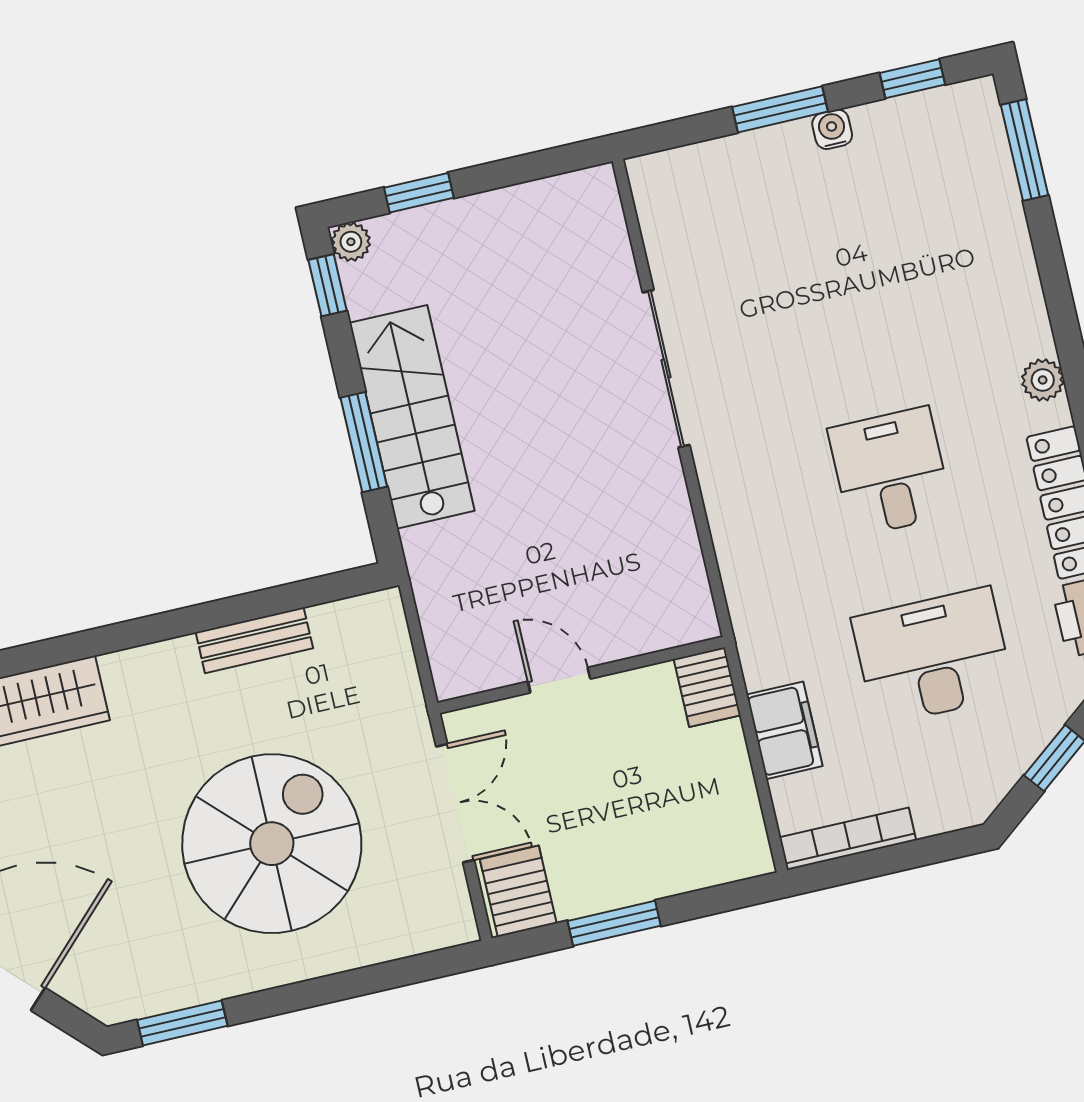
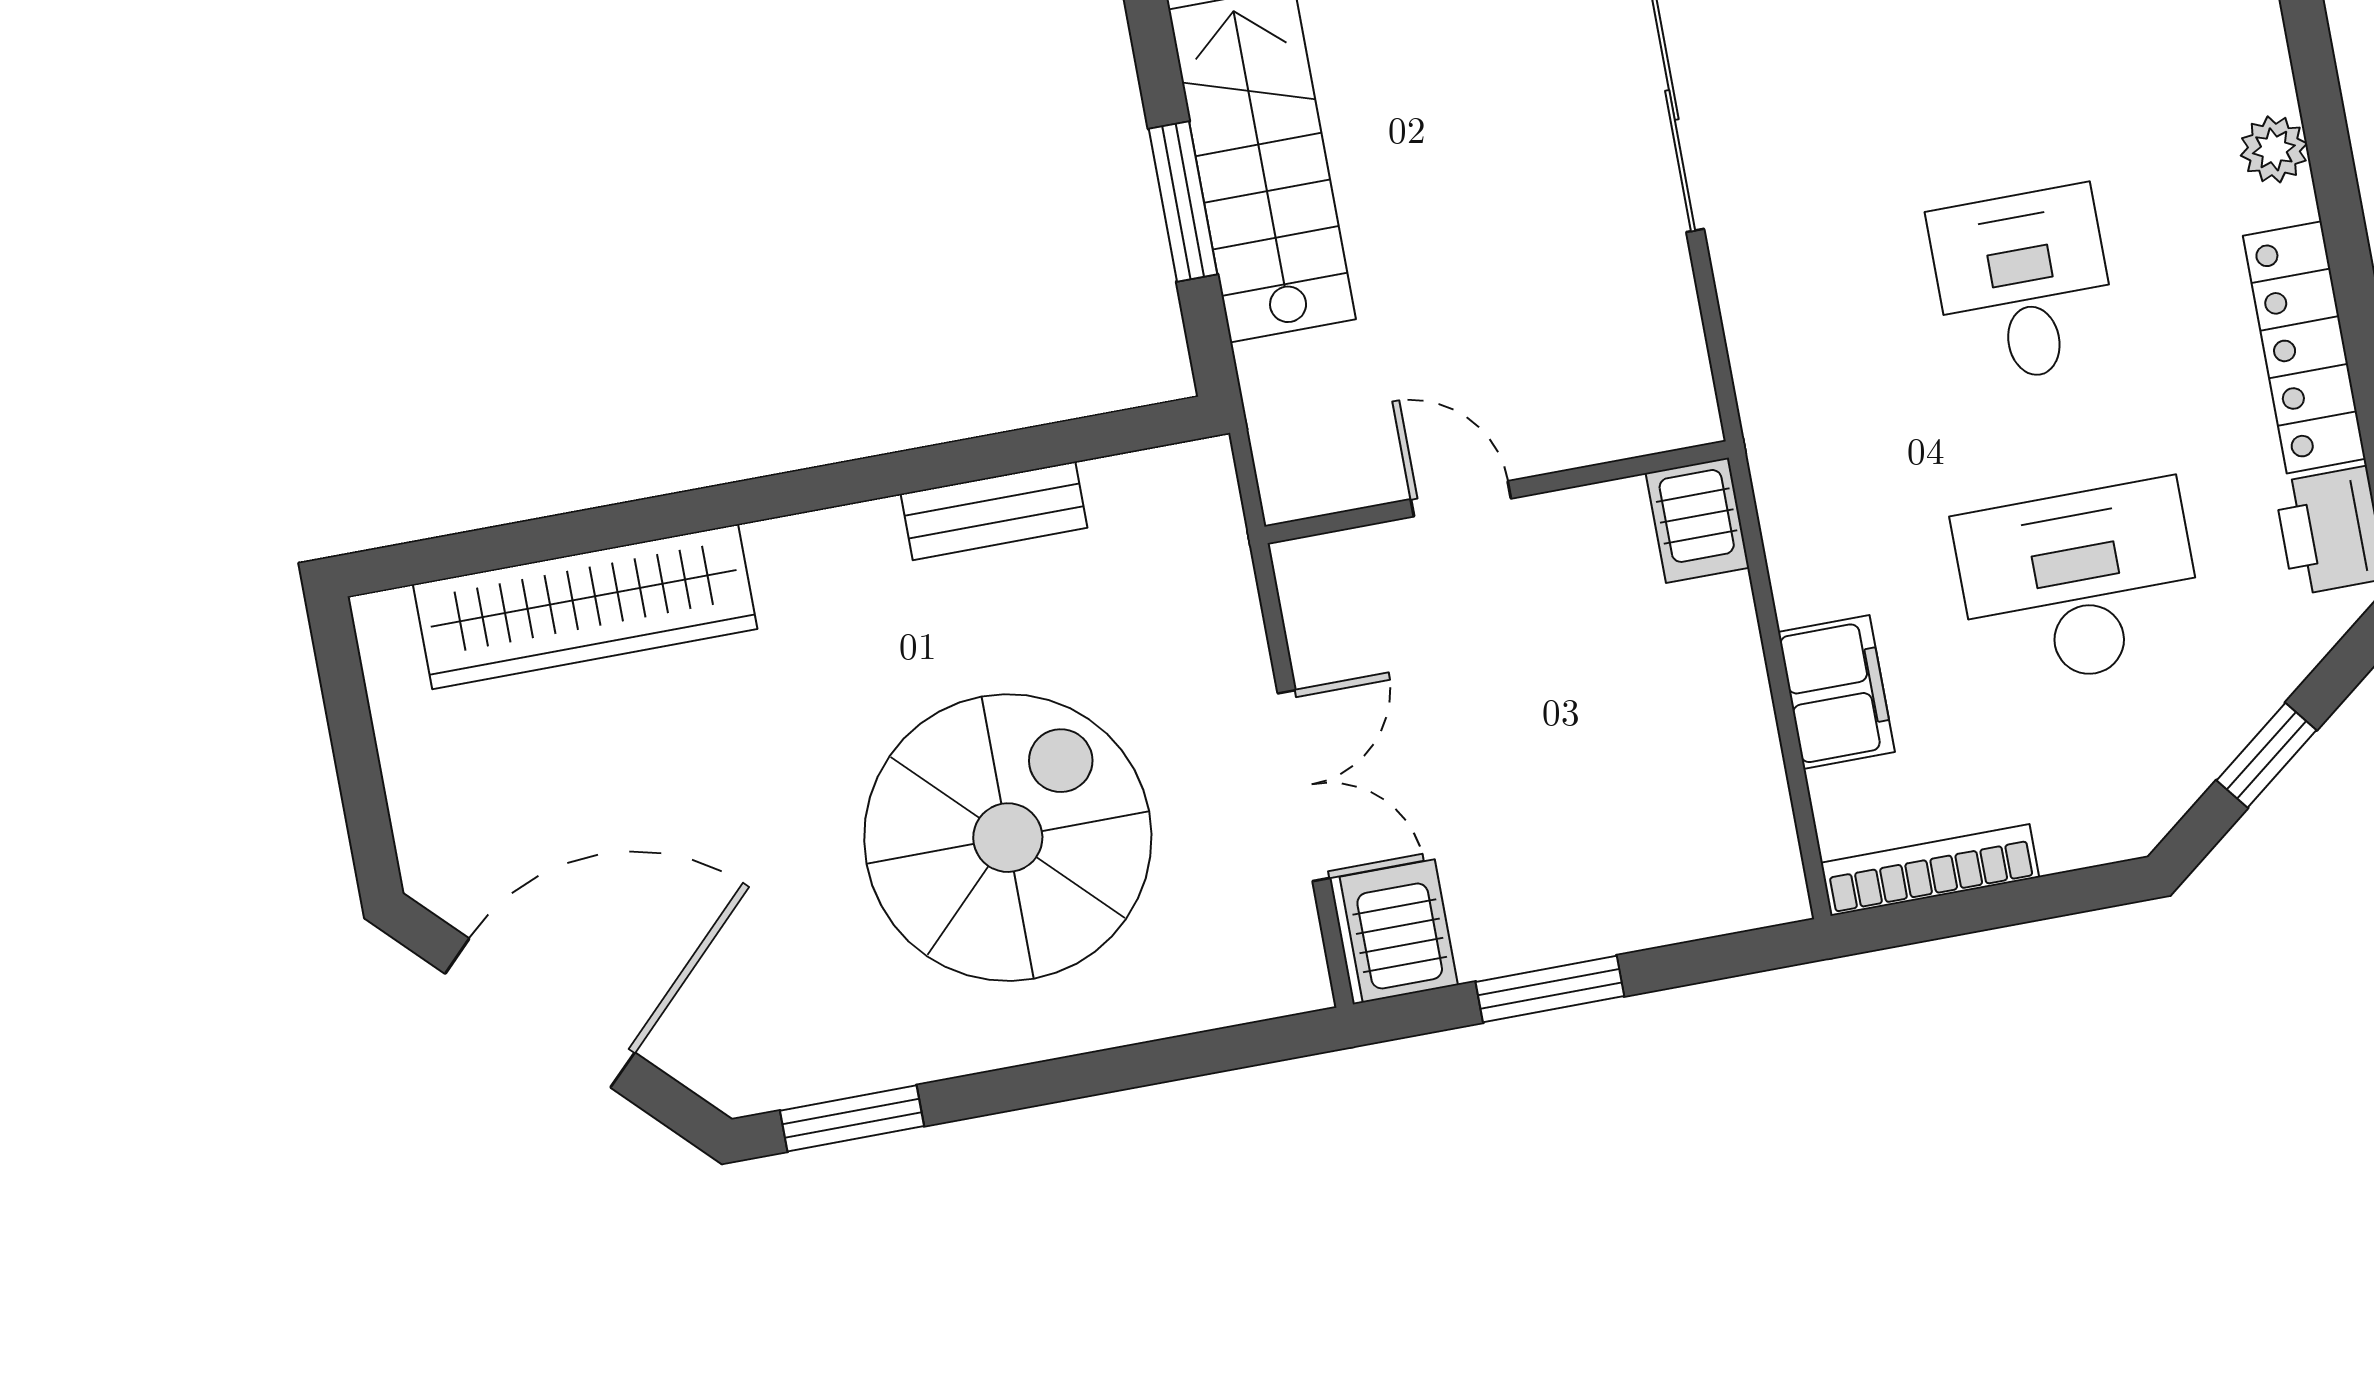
wall: (581, 675) -> (1497, 492), moved
door: (559, 680) -> (1461, 499), moved
server rack: (707, 687) -> (1698, 520), moved

